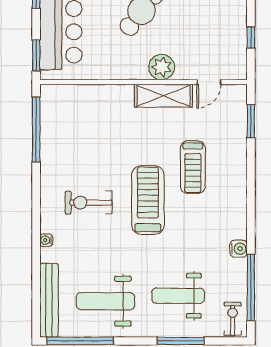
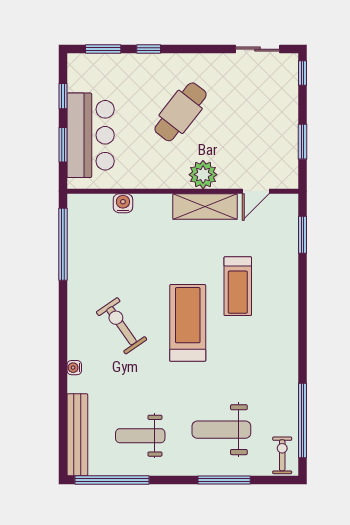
window: (251, 38) -> (303, 142), width x1.50
window: (36, 55) -> (63, 145), moved
exercise bike: (89, 203) -> (122, 326), turned 55
water cooler: (239, 249) -> (123, 203), moved, turned -90
weight bench: (105, 301) -> (140, 436), width x0.73, depth x0.75

